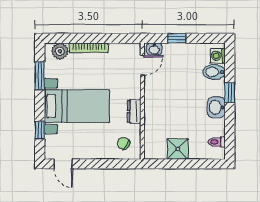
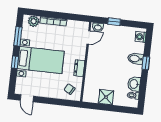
bidet: (214, 72) -> (136, 59), moved
washbasin: (216, 107) -> (134, 84), moved
window: (40, 130) -> (15, 62), moved

